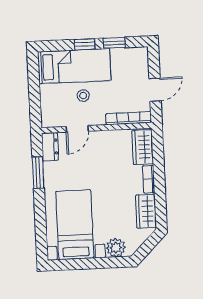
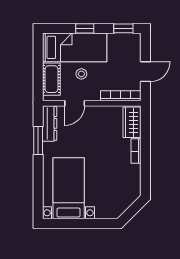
window: (114, 43) -> (123, 28), moved
cot: (50, 103) -> (51, 79), added
dresser: (50, 147) -> (50, 123), width x1.44
wardrobe: (146, 211) -> (132, 179), removed
plant: (116, 248) -> (104, 210), removed

